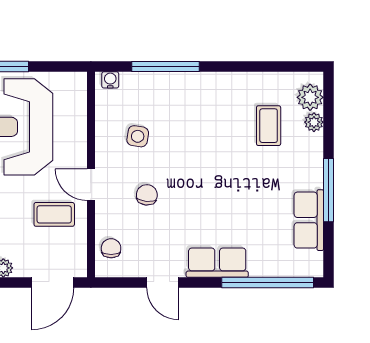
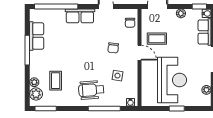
window: (290, 67) -> (46, 108), added
wheelchair: (193, 106) -> (91, 90), added

